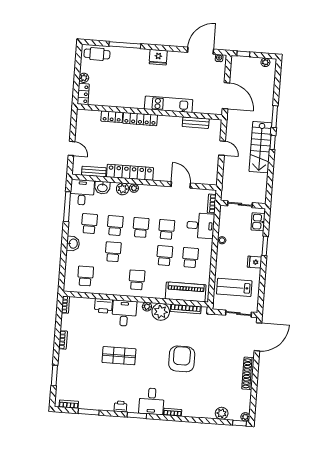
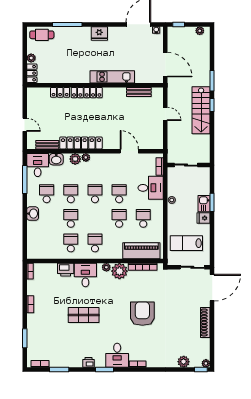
kitchen sink: (258, 222) -> (204, 204), moved
school desk: (85, 276) -> (71, 243), moved

